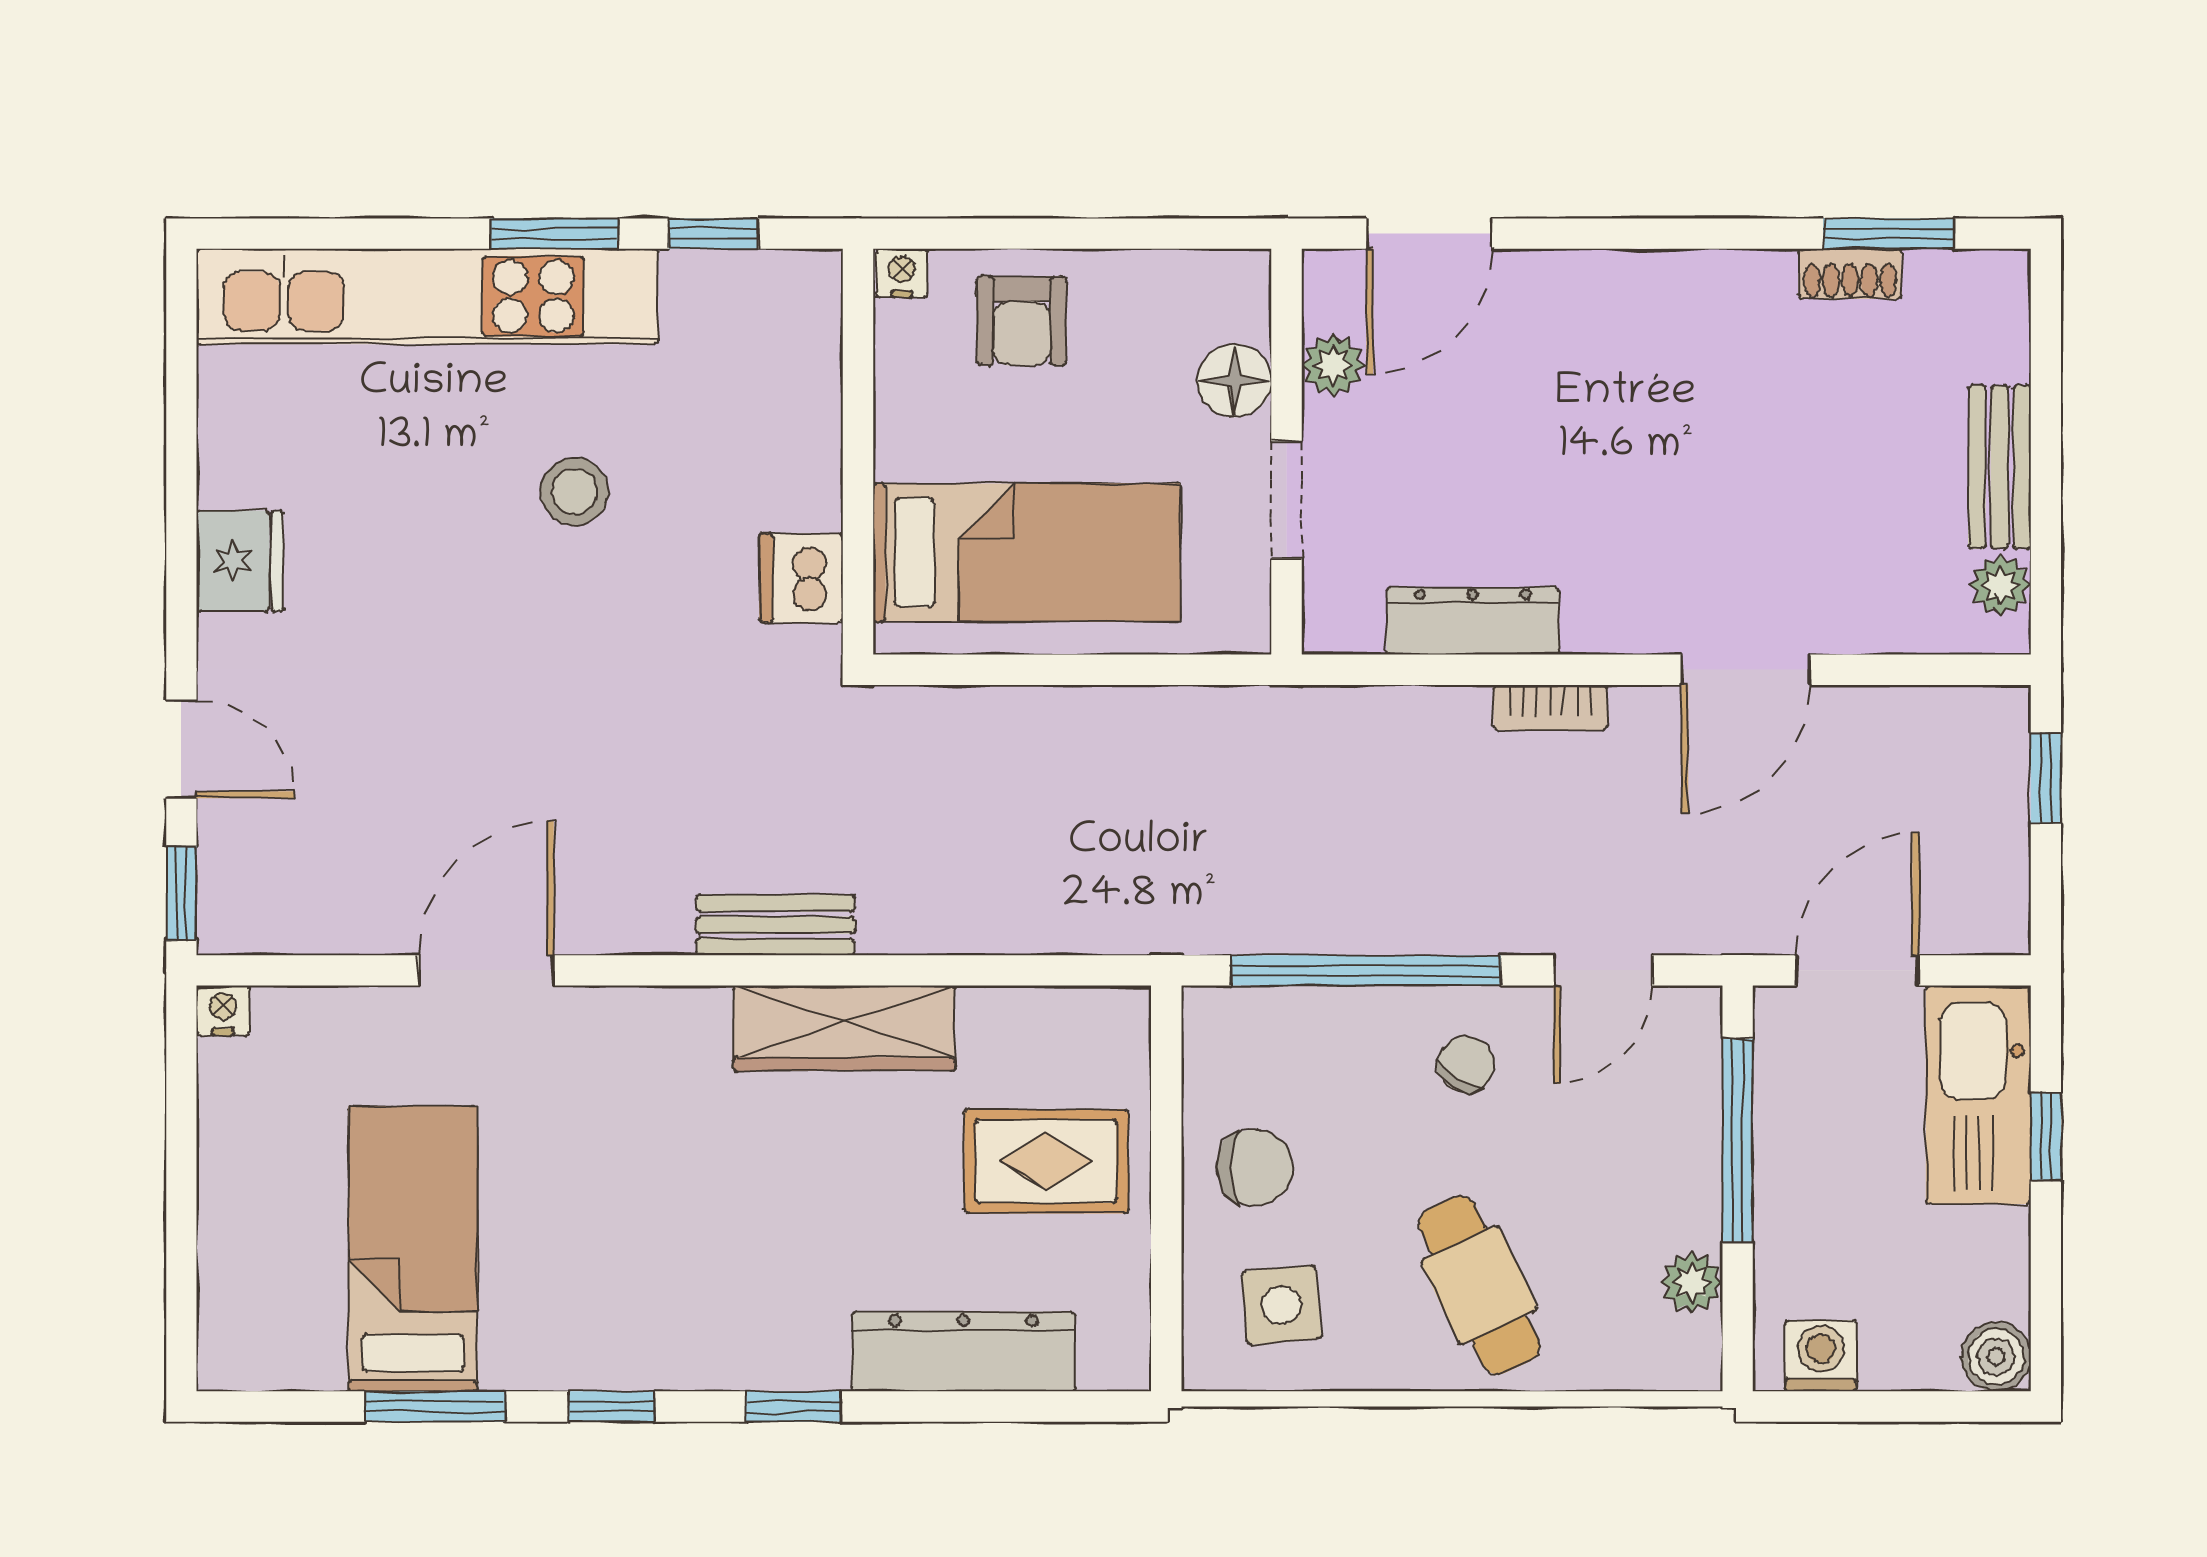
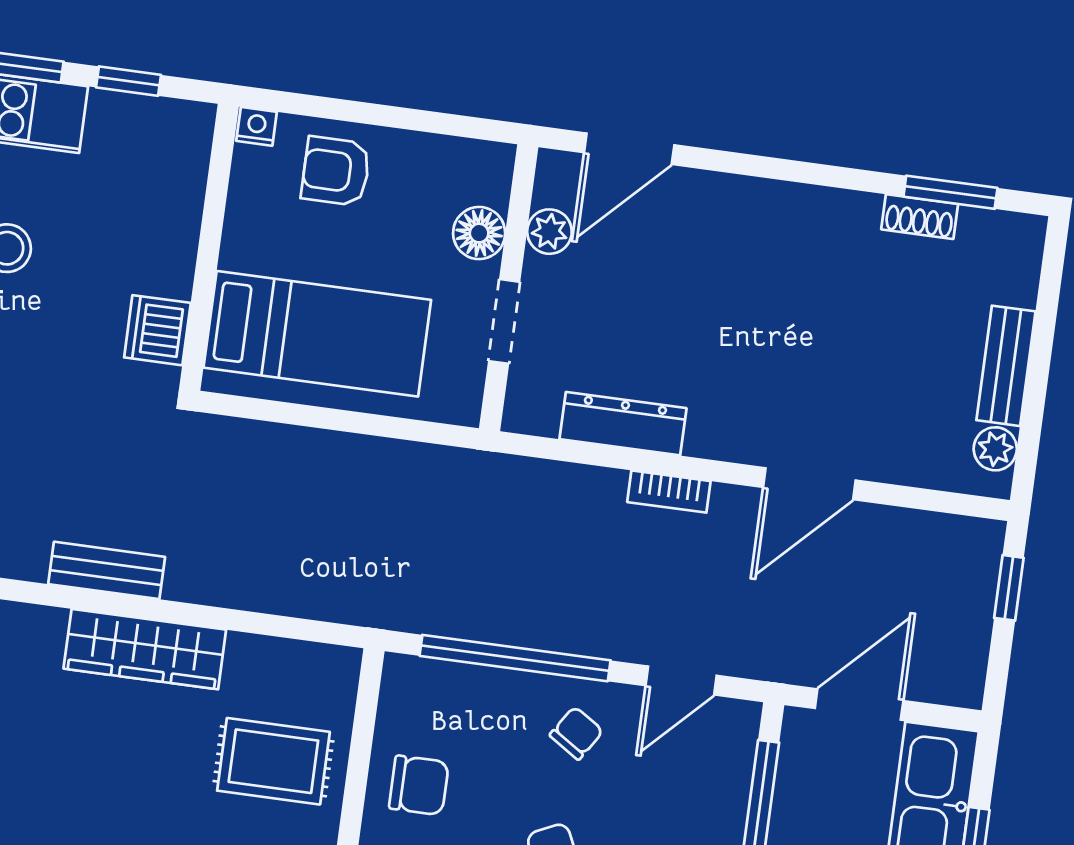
armchair: (1022, 321) -> (336, 171), turned 90

